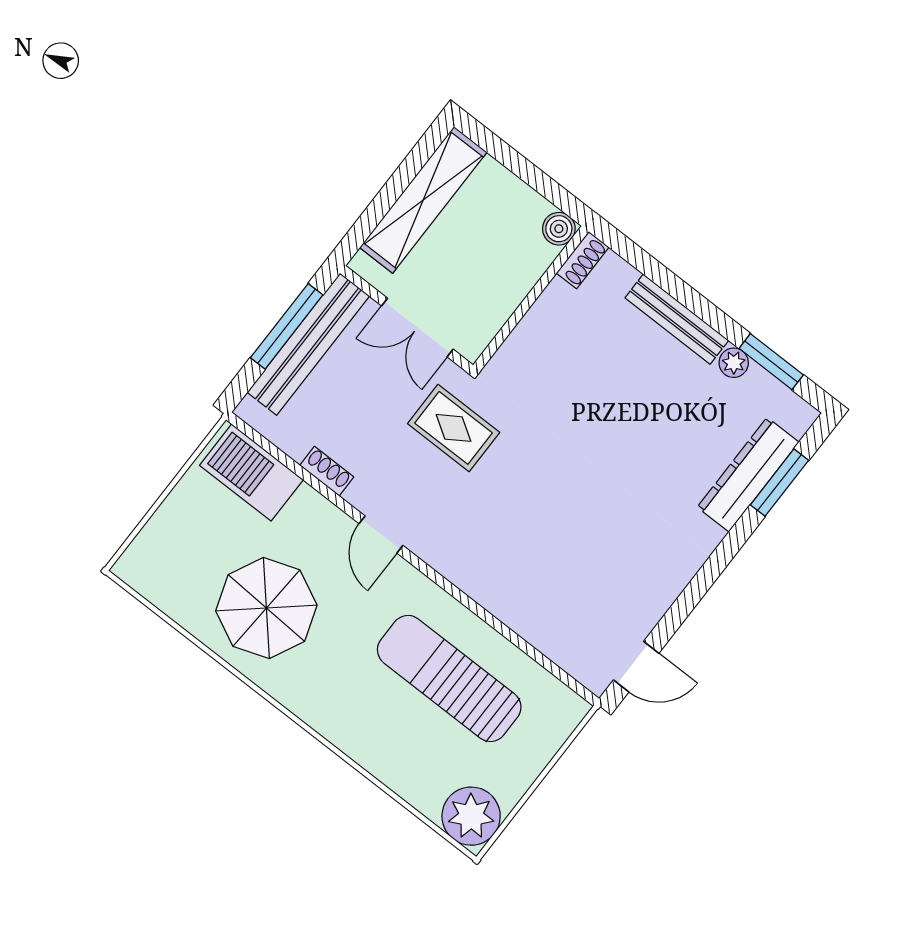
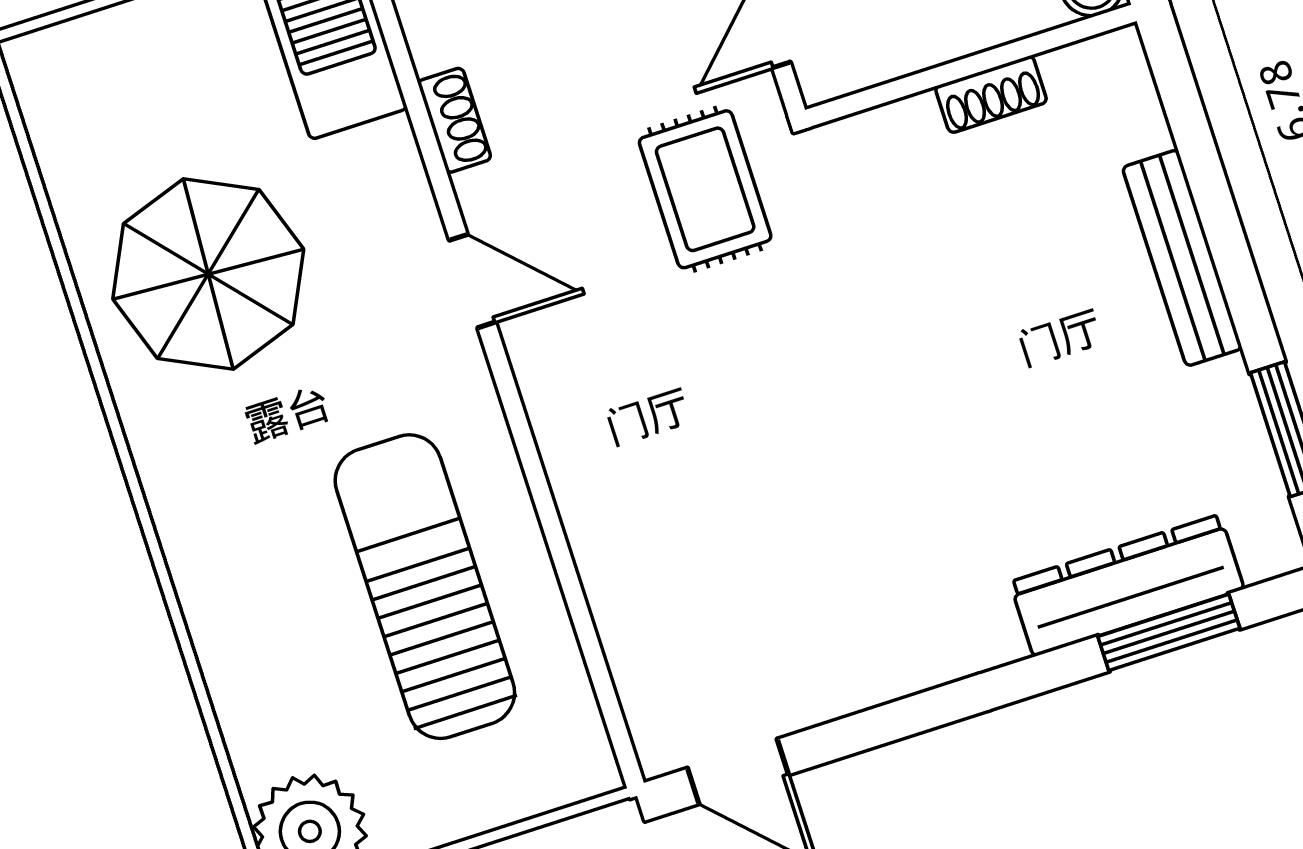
shoe rack: (583, 260) -> (991, 94), moved
plant: (734, 363) -> (1226, 390), removed
door: (381, 534) -> (473, 281), swing flipped

